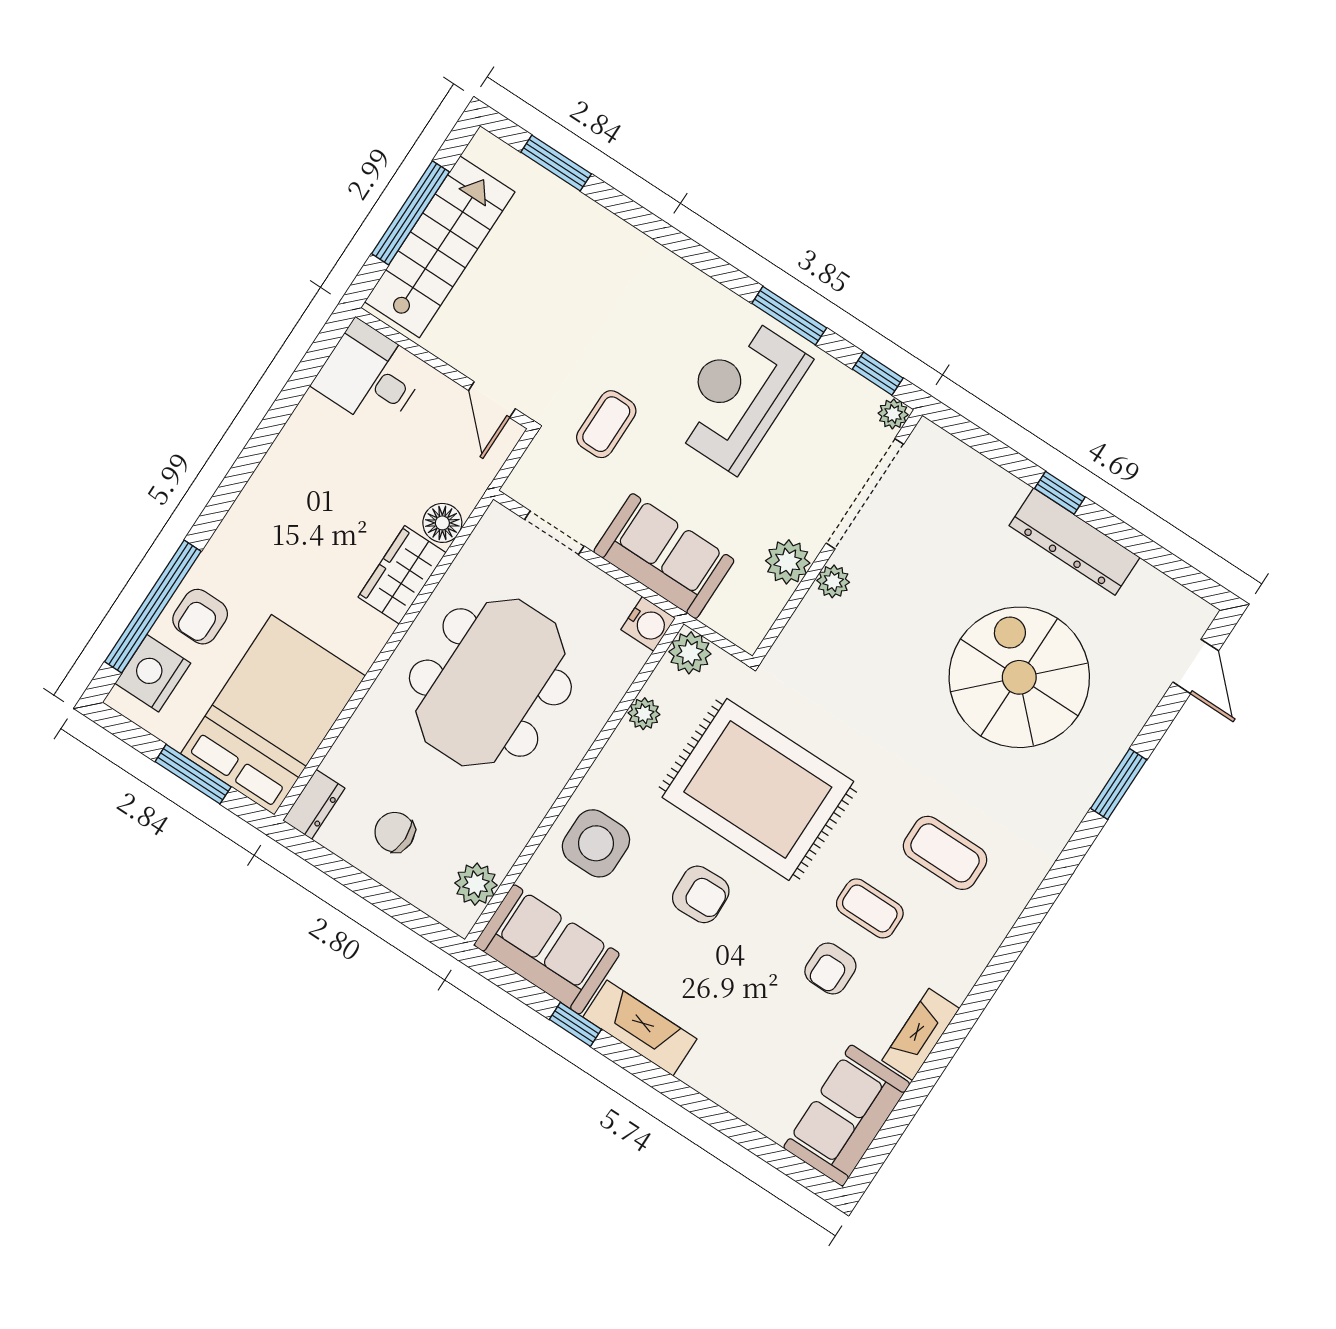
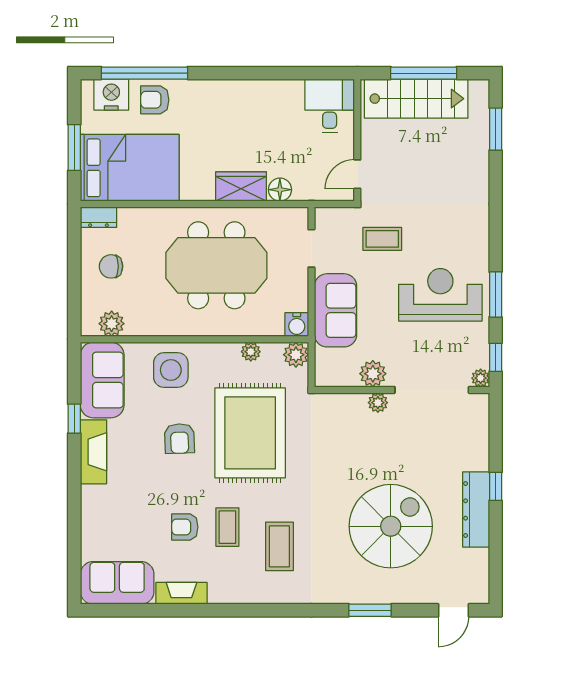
chair: (395, 832) -> (111, 266), turned -90

